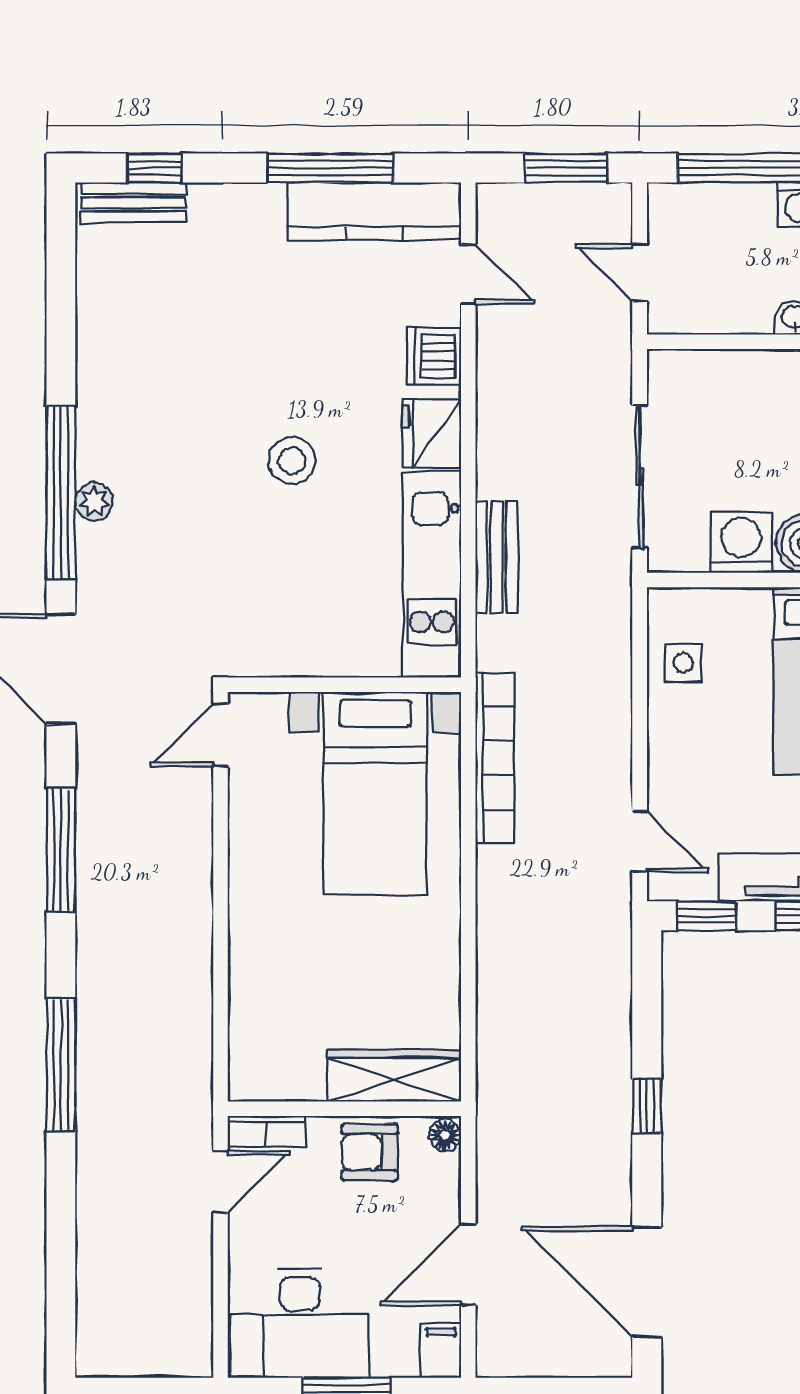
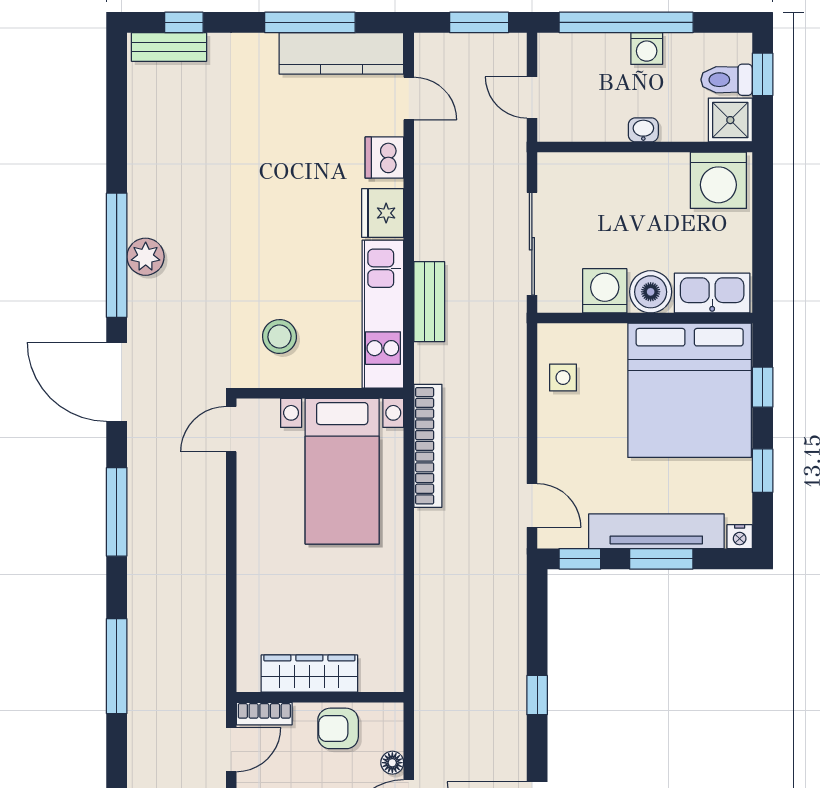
stool: (292, 461) -> (280, 337), moved
plant: (94, 502) -> (146, 257), width x1.38, depth x1.38
wardrobe: (394, 1076) -> (309, 674), moved
floor lamp: (445, 1135) -> (392, 763), moved

